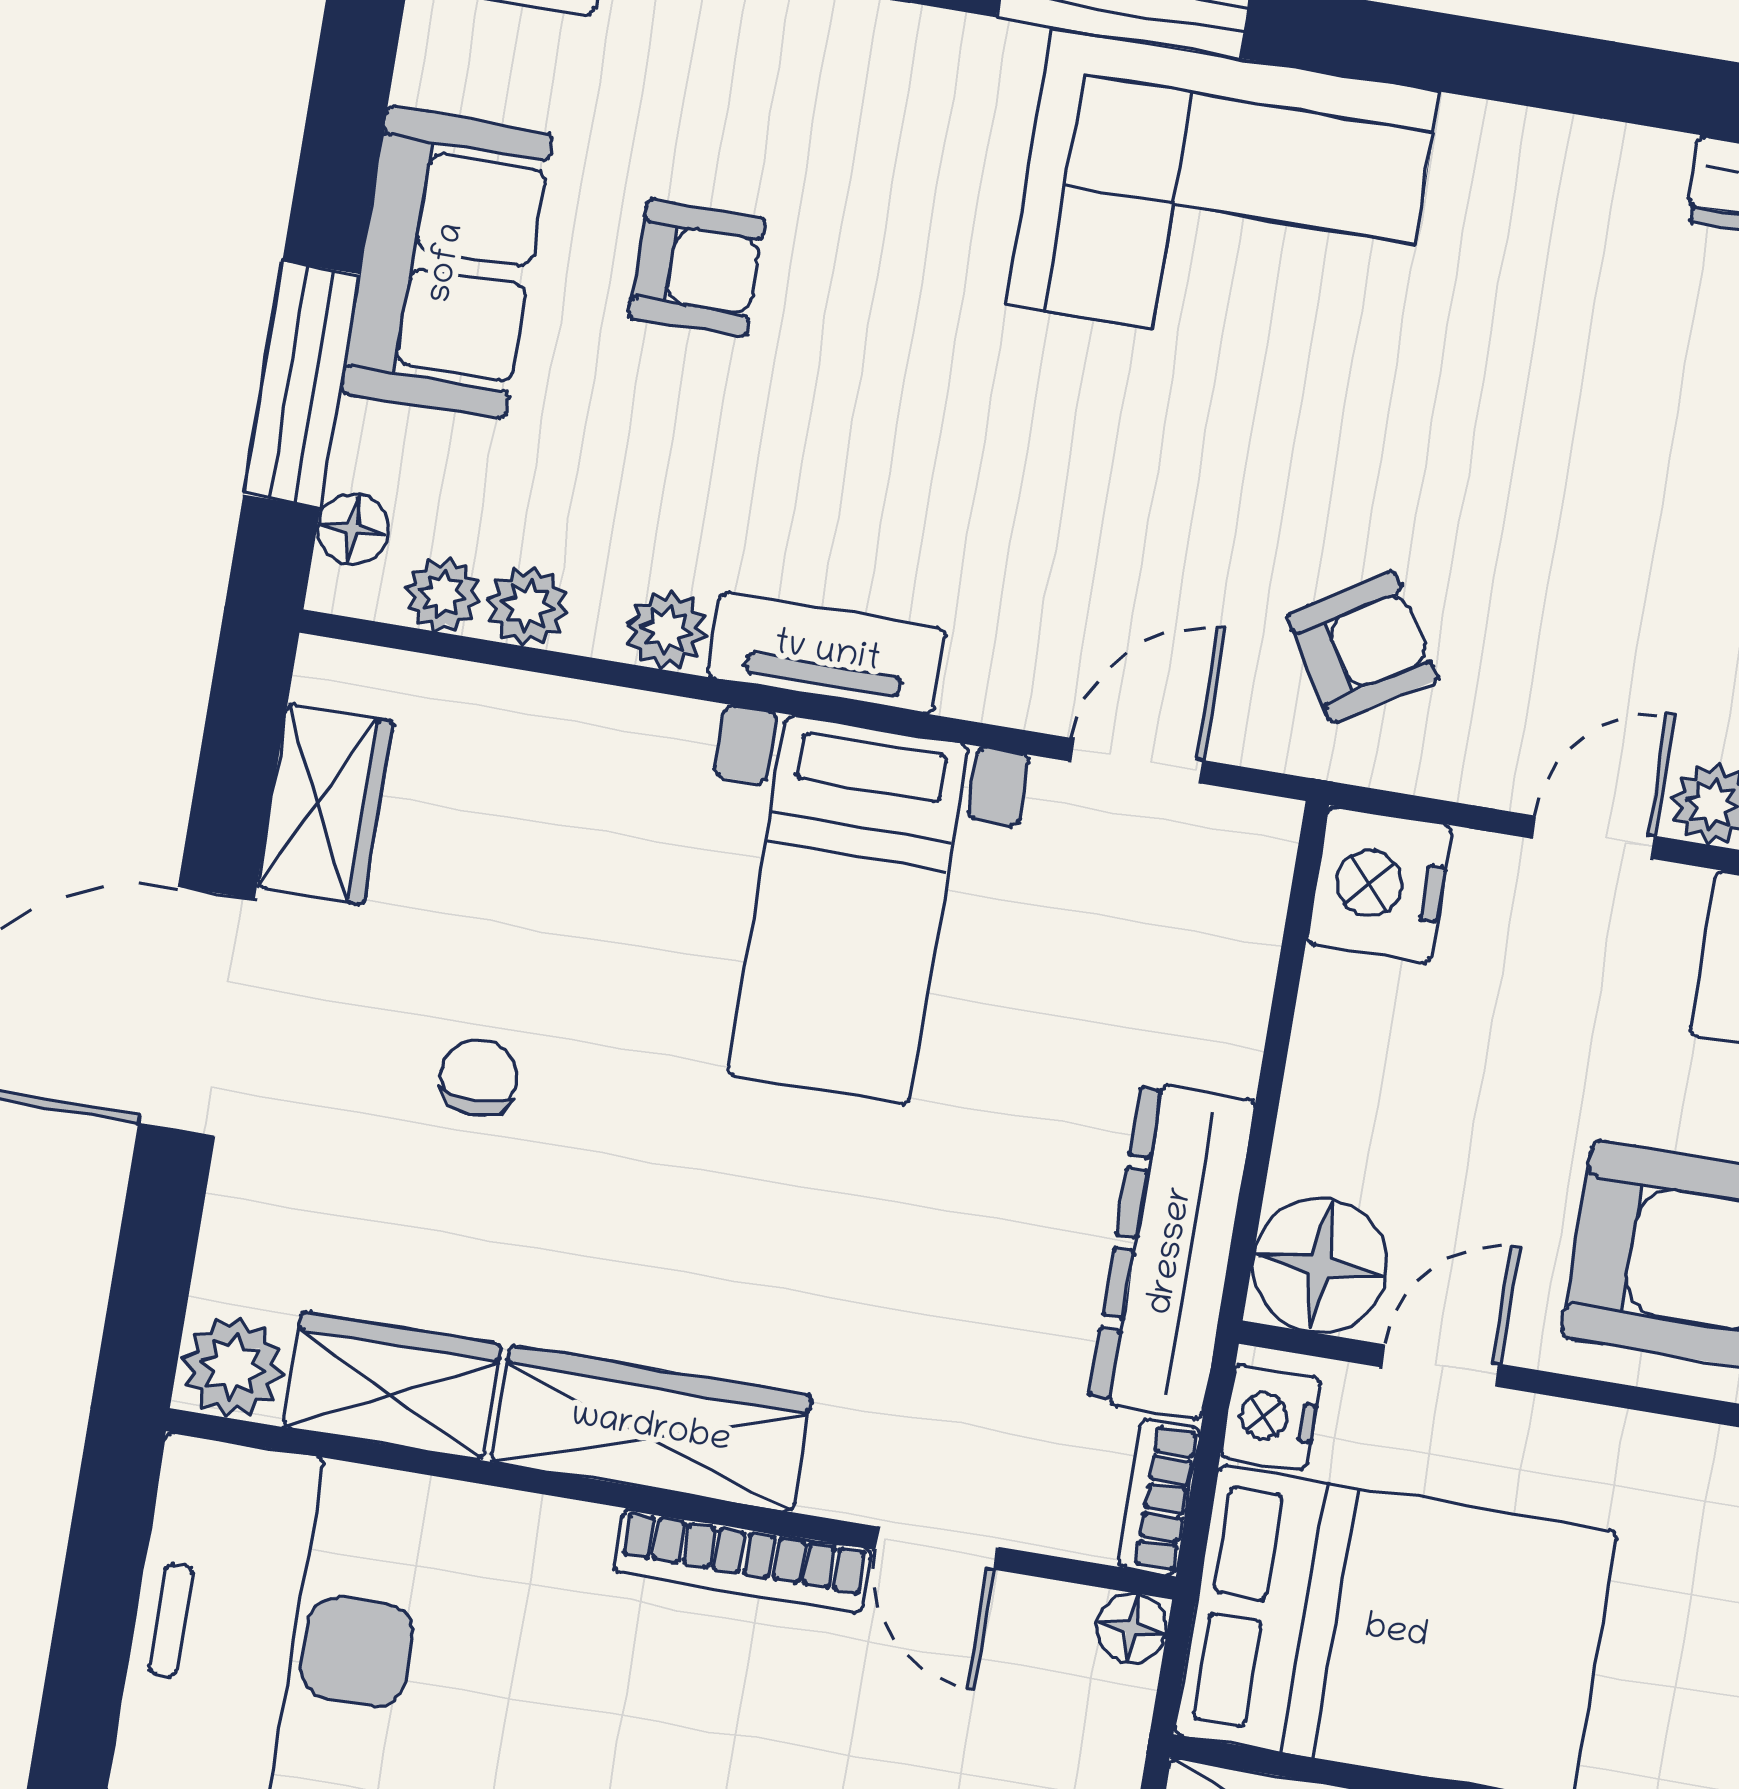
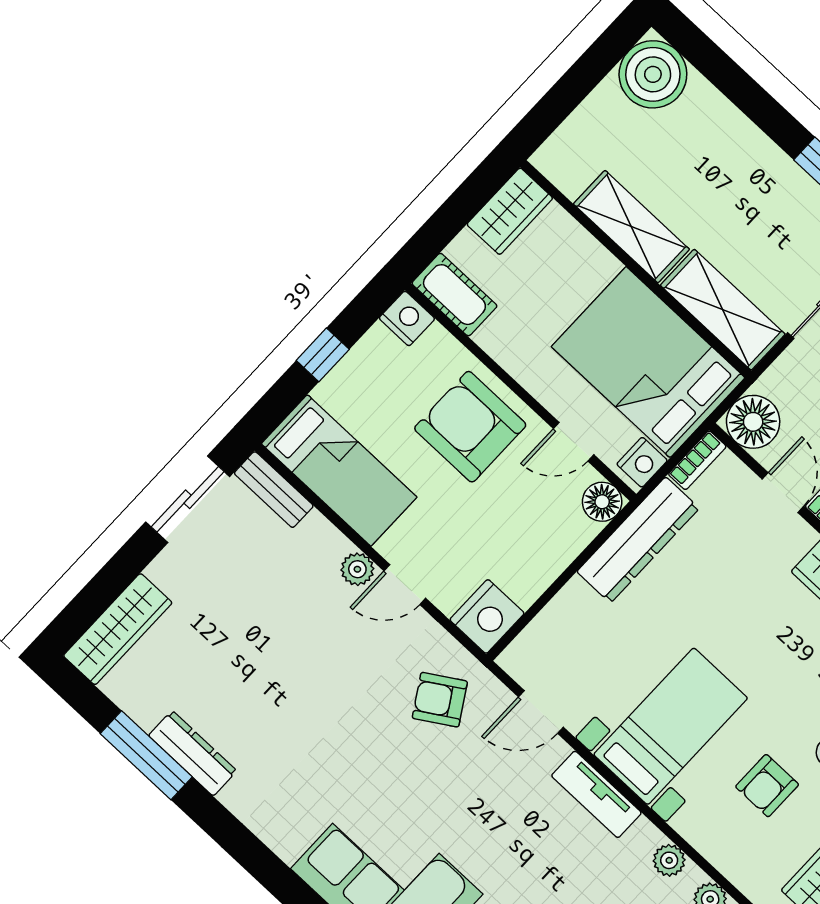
tv unit: (827, 653) -> (596, 794), moved
armchair: (566, 920) -> (767, 786), added
floor lamp: (1320, 1265) -> (602, 502), width x0.73, depth x0.73
floor lamp: (1132, 1628) -> (753, 422), width x1.89, depth x1.89

